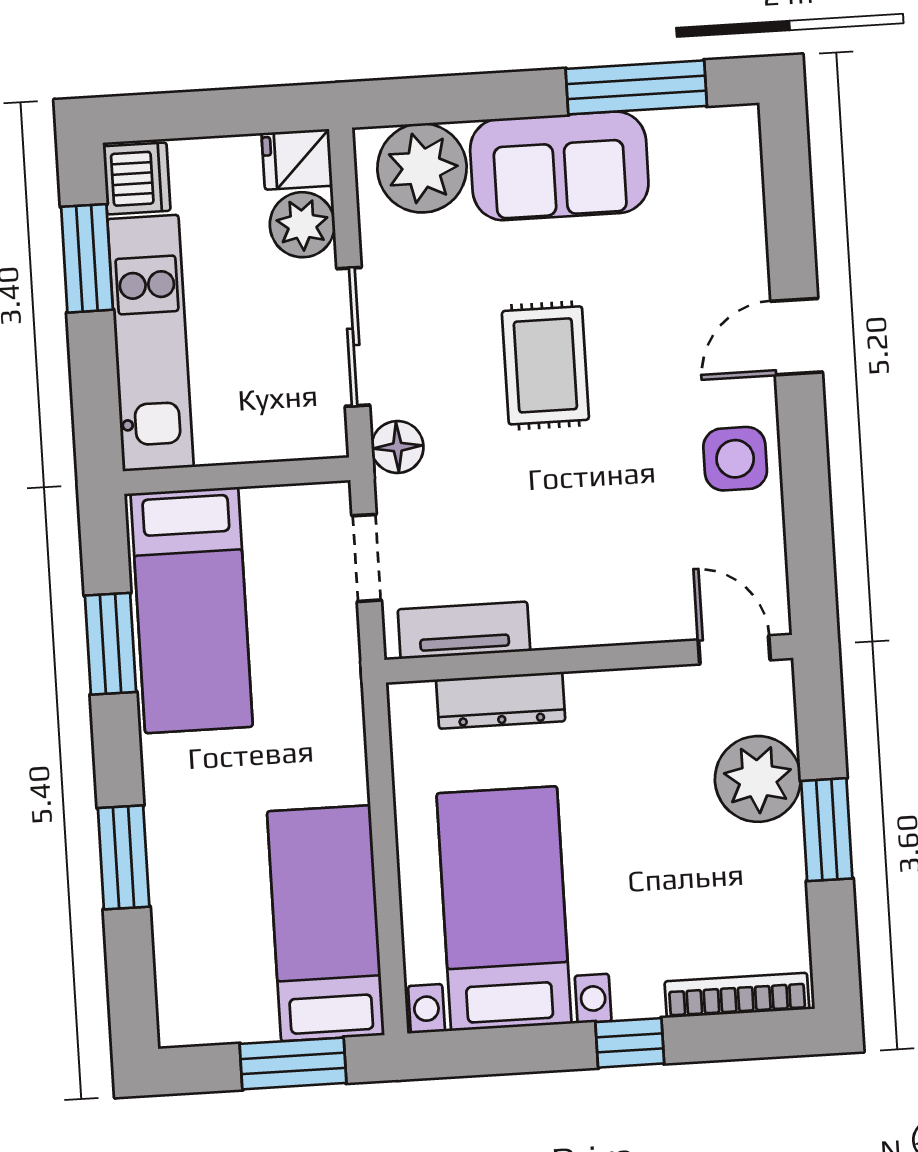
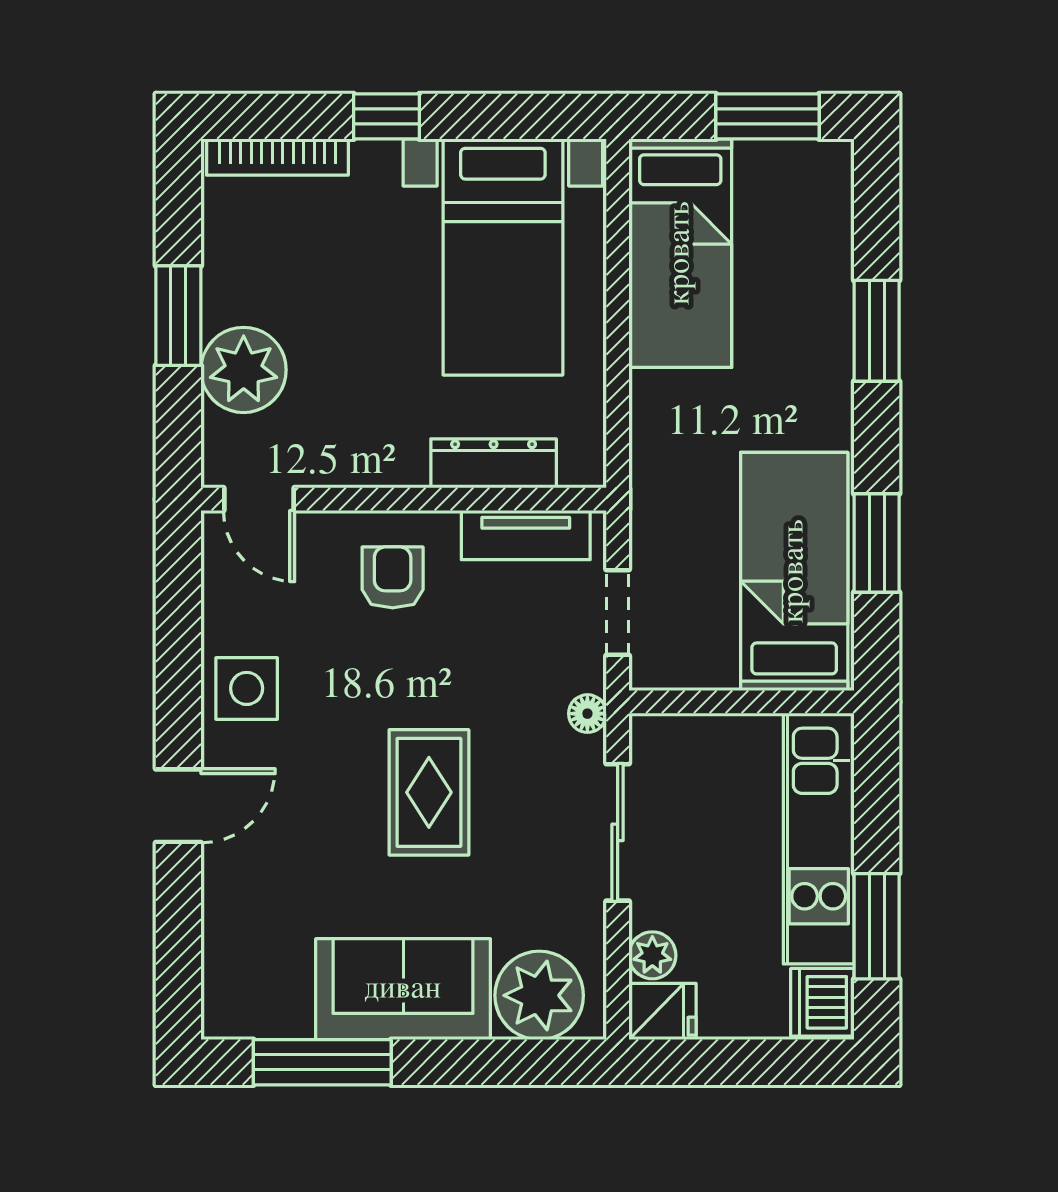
plant: (302, 225) -> (652, 955), width x0.73, depth x0.73
floor lamp: (397, 447) -> (587, 714), width x0.73, depth x0.73
armchair: (595, 579) -> (393, 577), added
window: (293, 1063) -> (768, 116), moved

